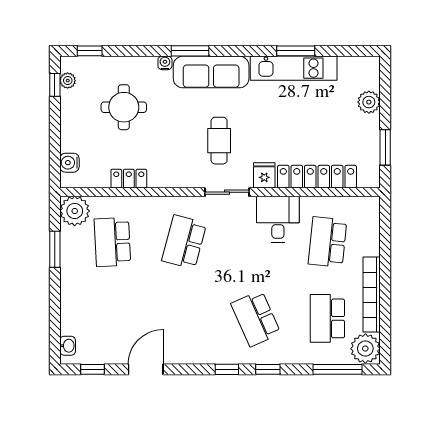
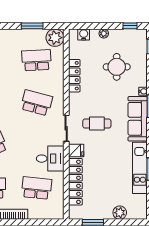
plant: (68, 81) -> (104, 33), moved
locker: (129, 179) -> (74, 76), width x1.53

